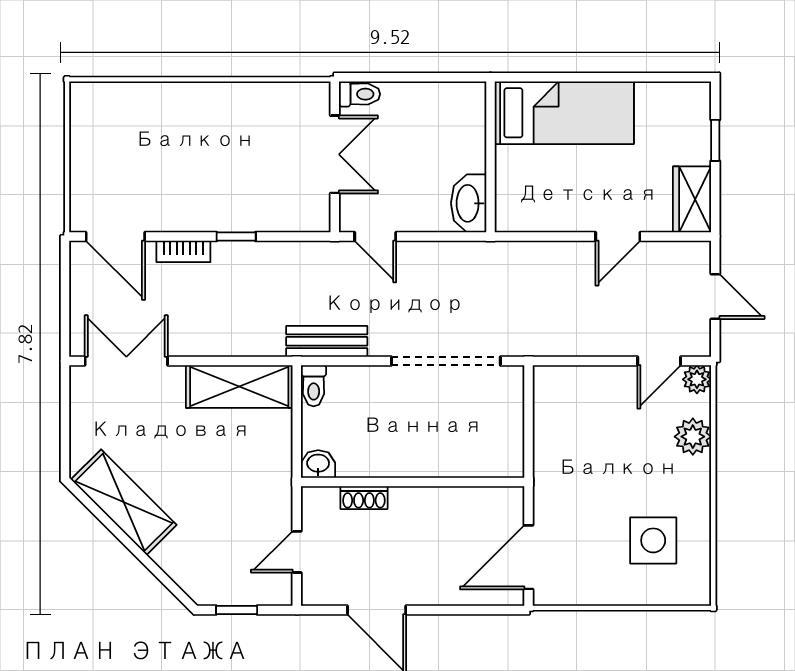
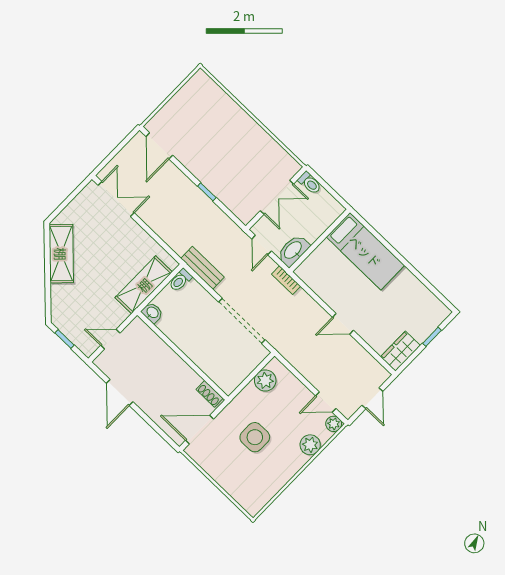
bed: (564, 113) -> (365, 251), moved
wall: (490, 157) -> (320, 240), moved
washbasin: (469, 203) -> (293, 250), moved
door: (618, 236) -> (343, 324), moved
bookcase: (183, 251) -> (286, 280), moved
shelving: (239, 386) -> (144, 285), moved, turned 90
plant: (552, 409) -> (265, 380), added
shoe rack: (364, 498) -> (210, 394), moved
side table: (653, 540) -> (255, 437), moved

